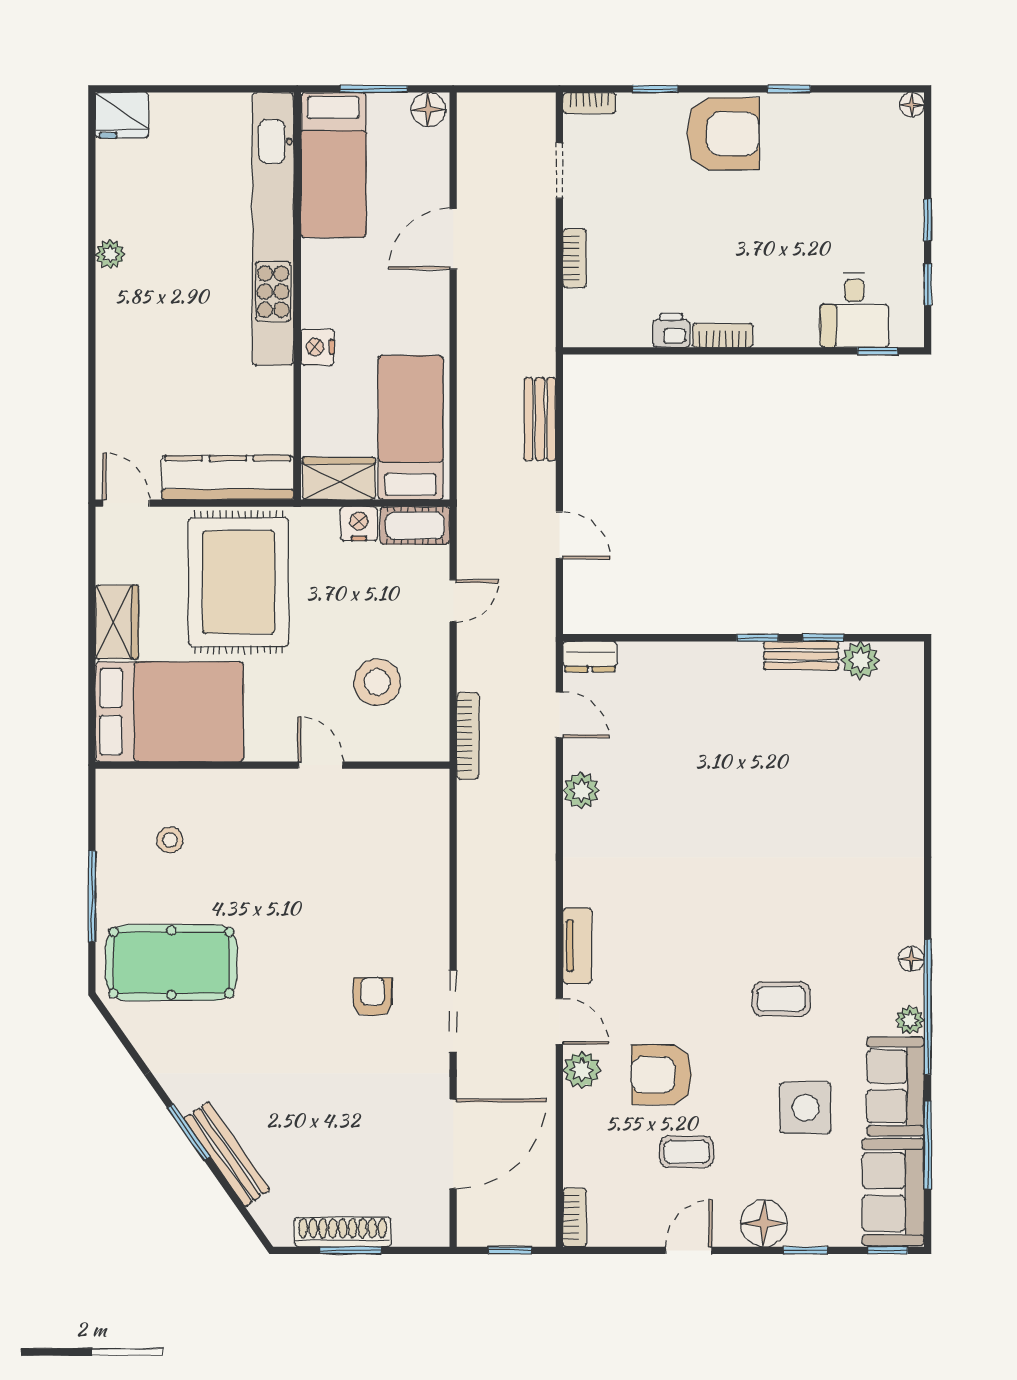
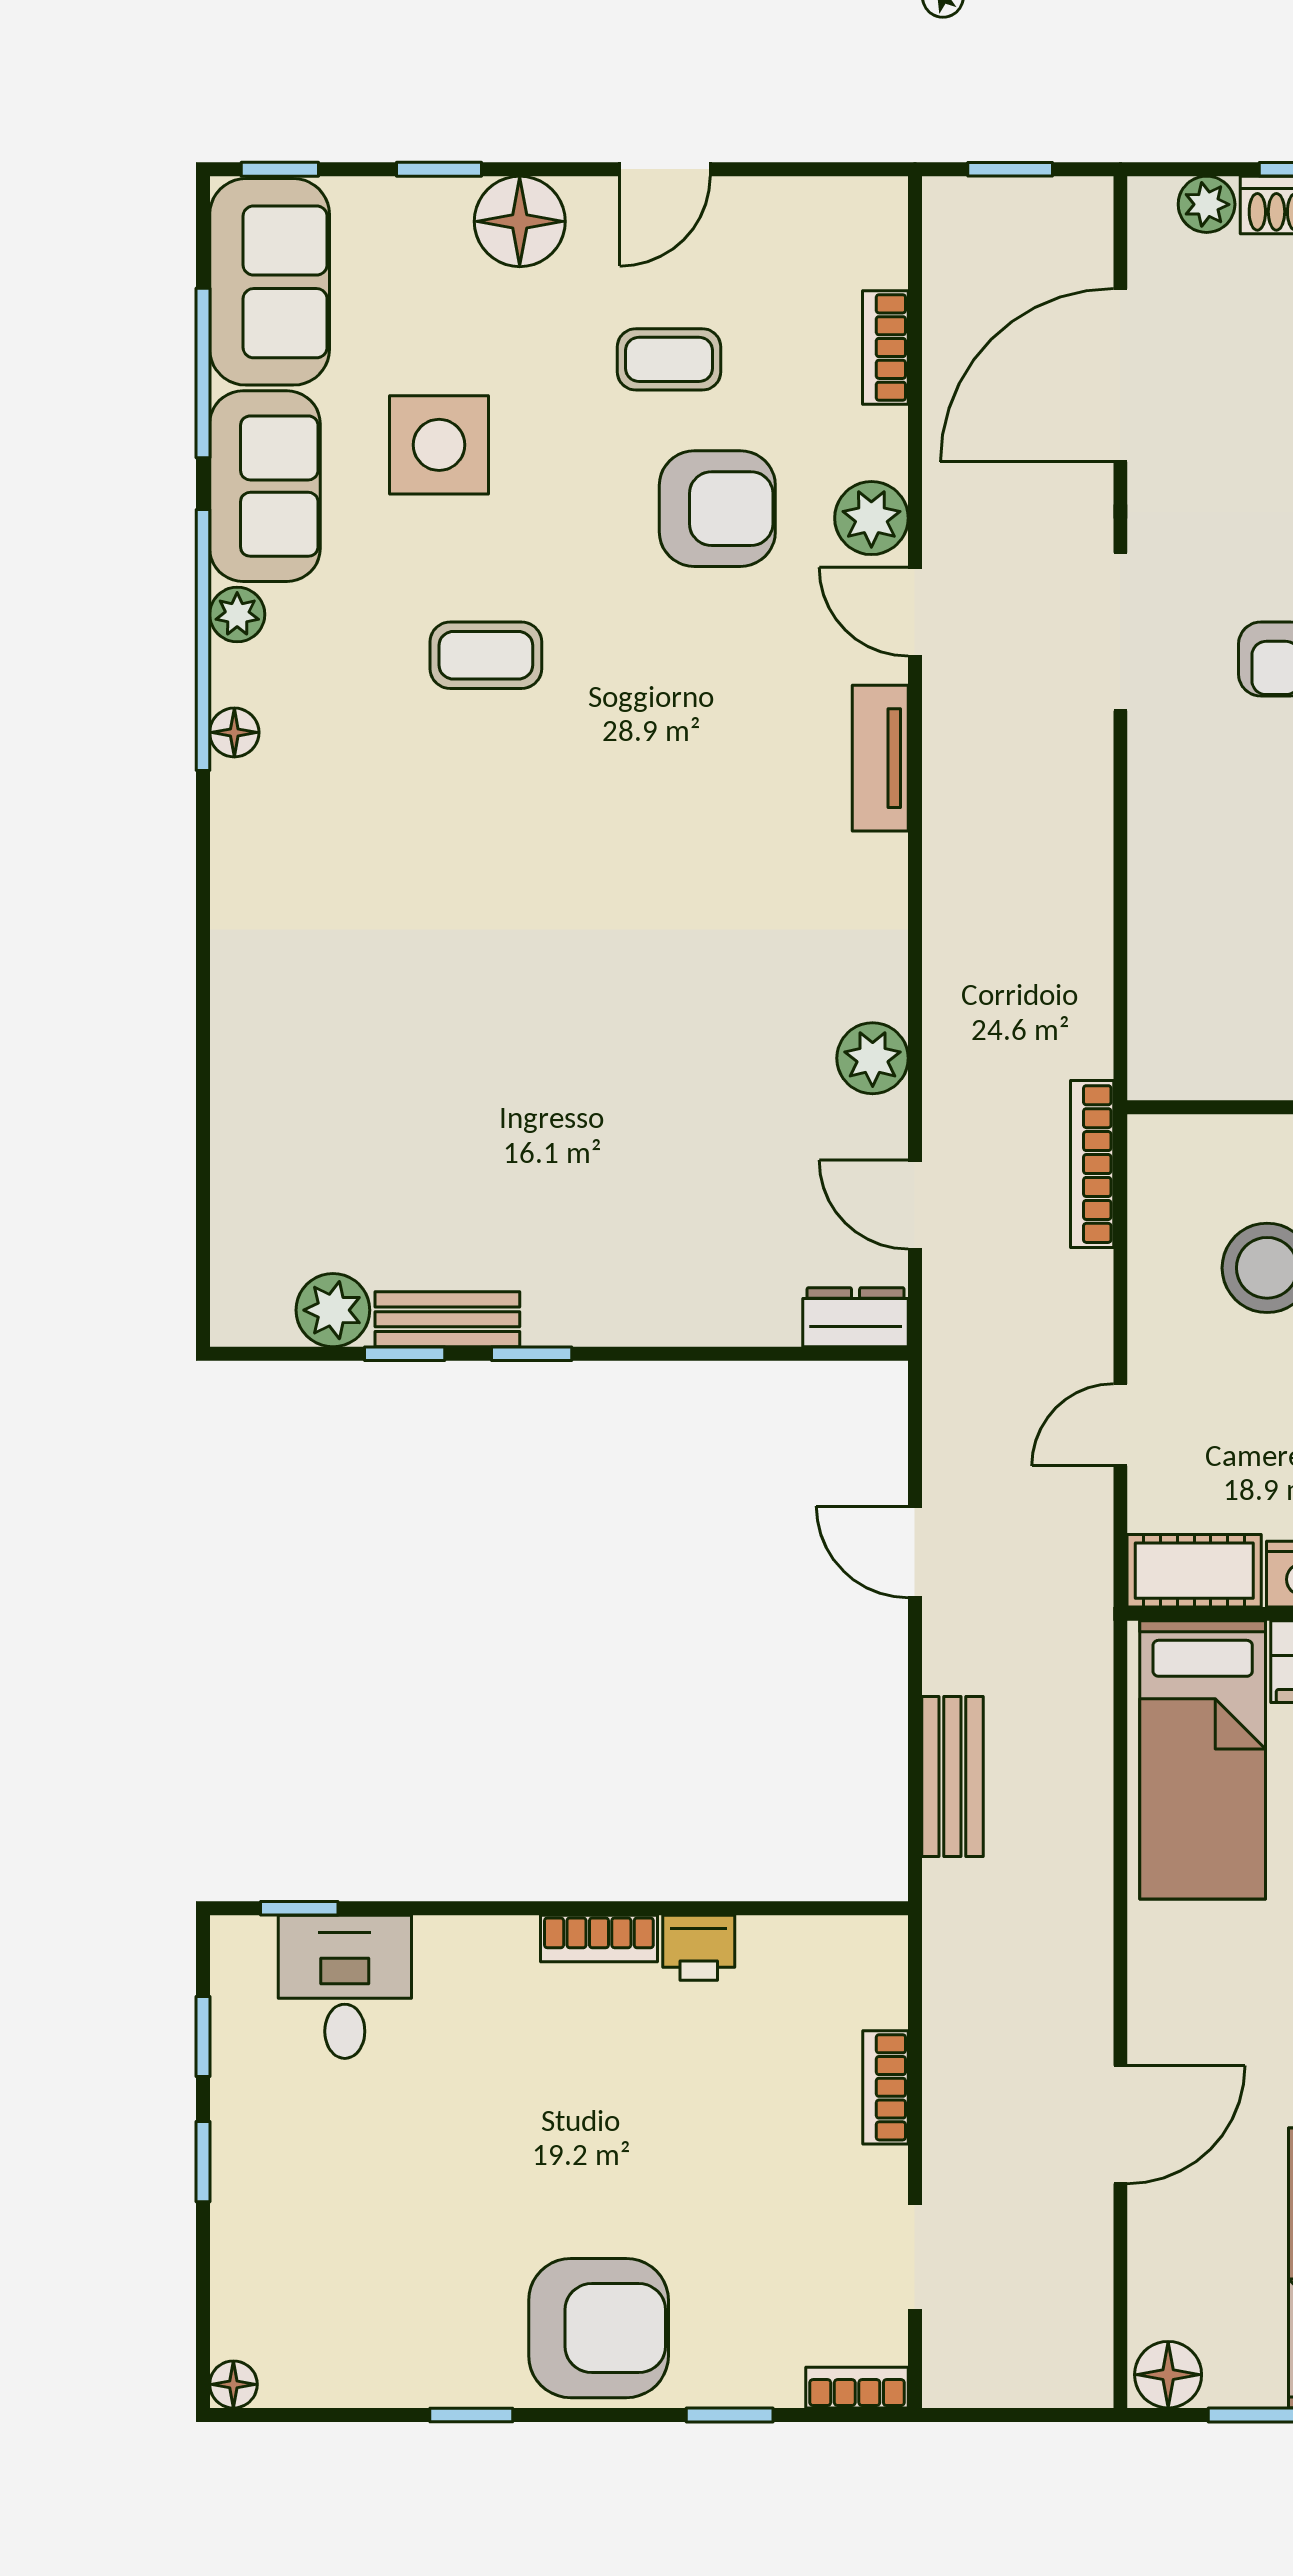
armchair: (723, 134) -> (599, 2328), turned 180
bookcase: (575, 1217) -> (885, 348), moved
plant: (409, 1232) -> (1207, 204), added

